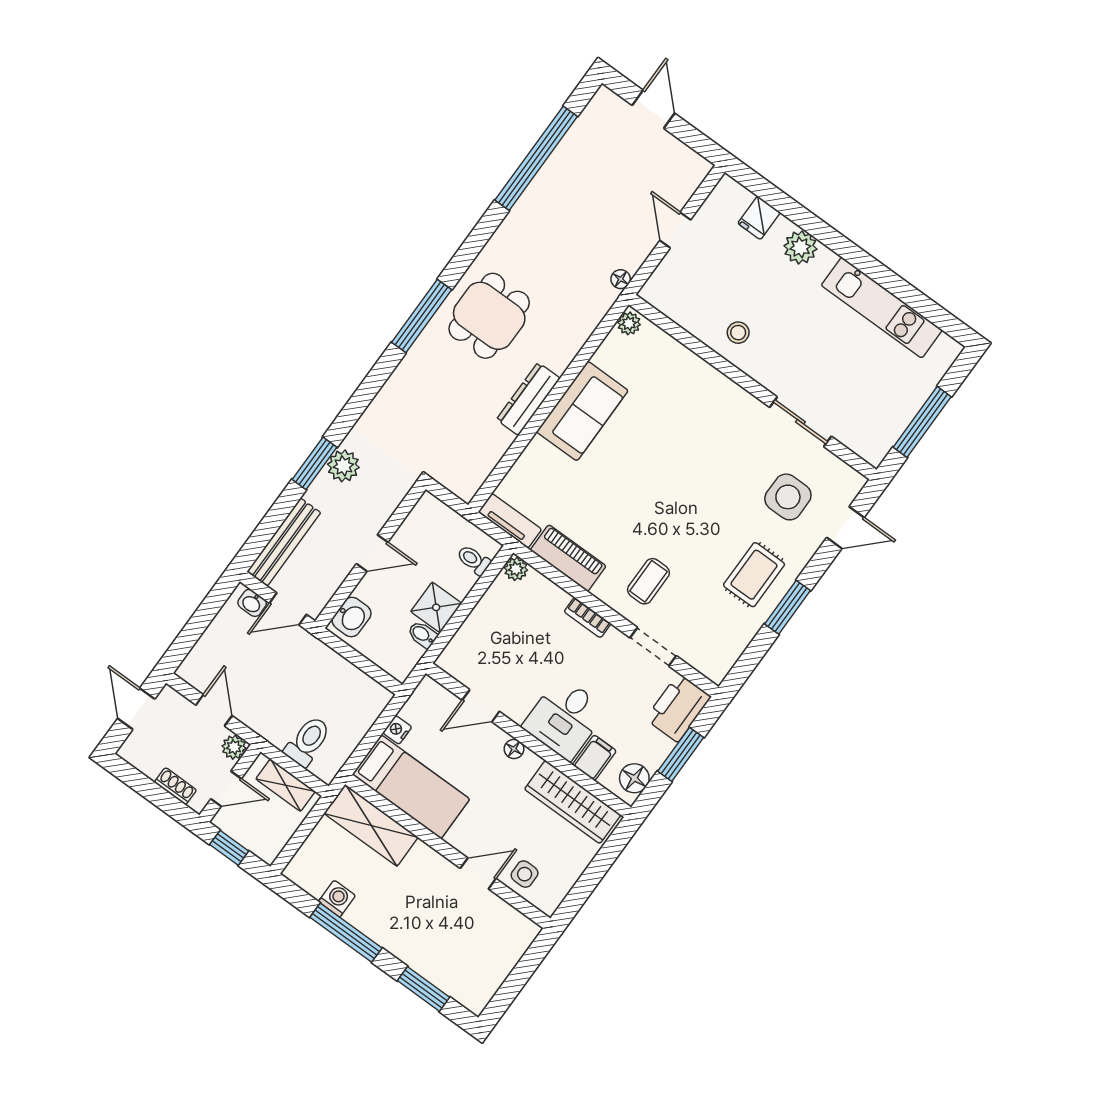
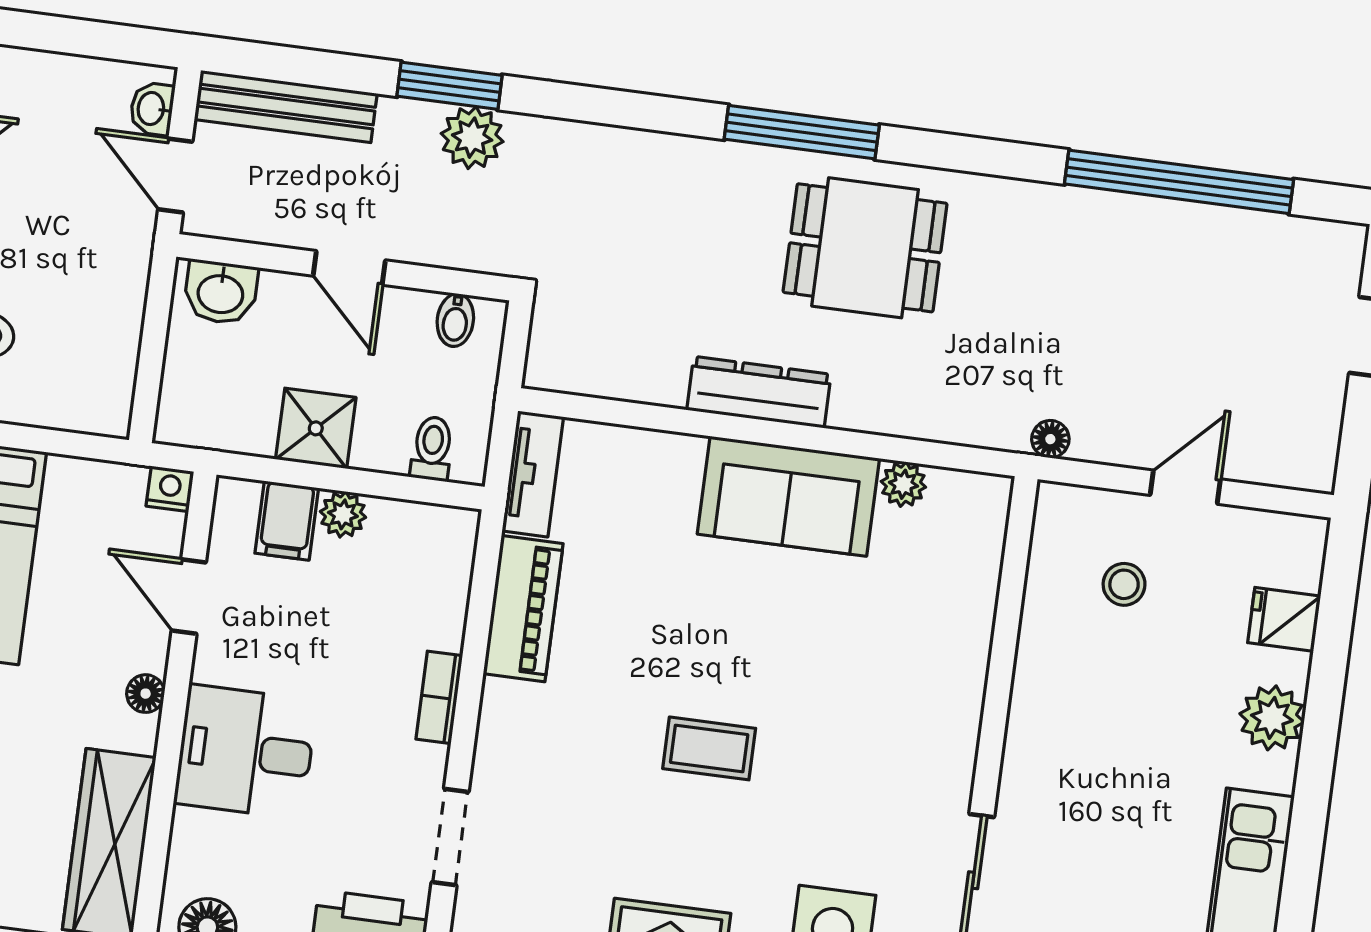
plant: (629, 323) -> (903, 484), moved
stool: (738, 333) -> (1124, 584), moved
plant: (516, 569) -> (343, 514), moved
coffee table: (648, 581) -> (709, 748), moved
bidet: (422, 635) -> (455, 320), moved, turned 180
nightstand: (397, 730) -> (170, 489), moved
filing cabinet: (594, 758) -> (287, 521), moved, turned 90

